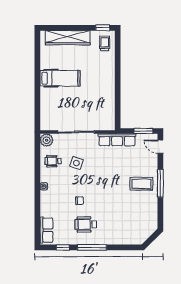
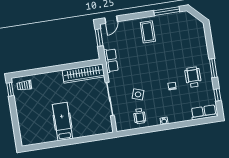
wardrobe: (68, 38) -> (83, 74), moved, turned 90
plant: (47, 140) -> (121, 125), removed
row of seats: (117, 140) -> (111, 60), width x0.68
window: (160, 183) -> (167, 11), moved
wheelchair: (86, 224) -> (193, 77), turned 180
window: (92, 247) -> (213, 68), width x0.69

